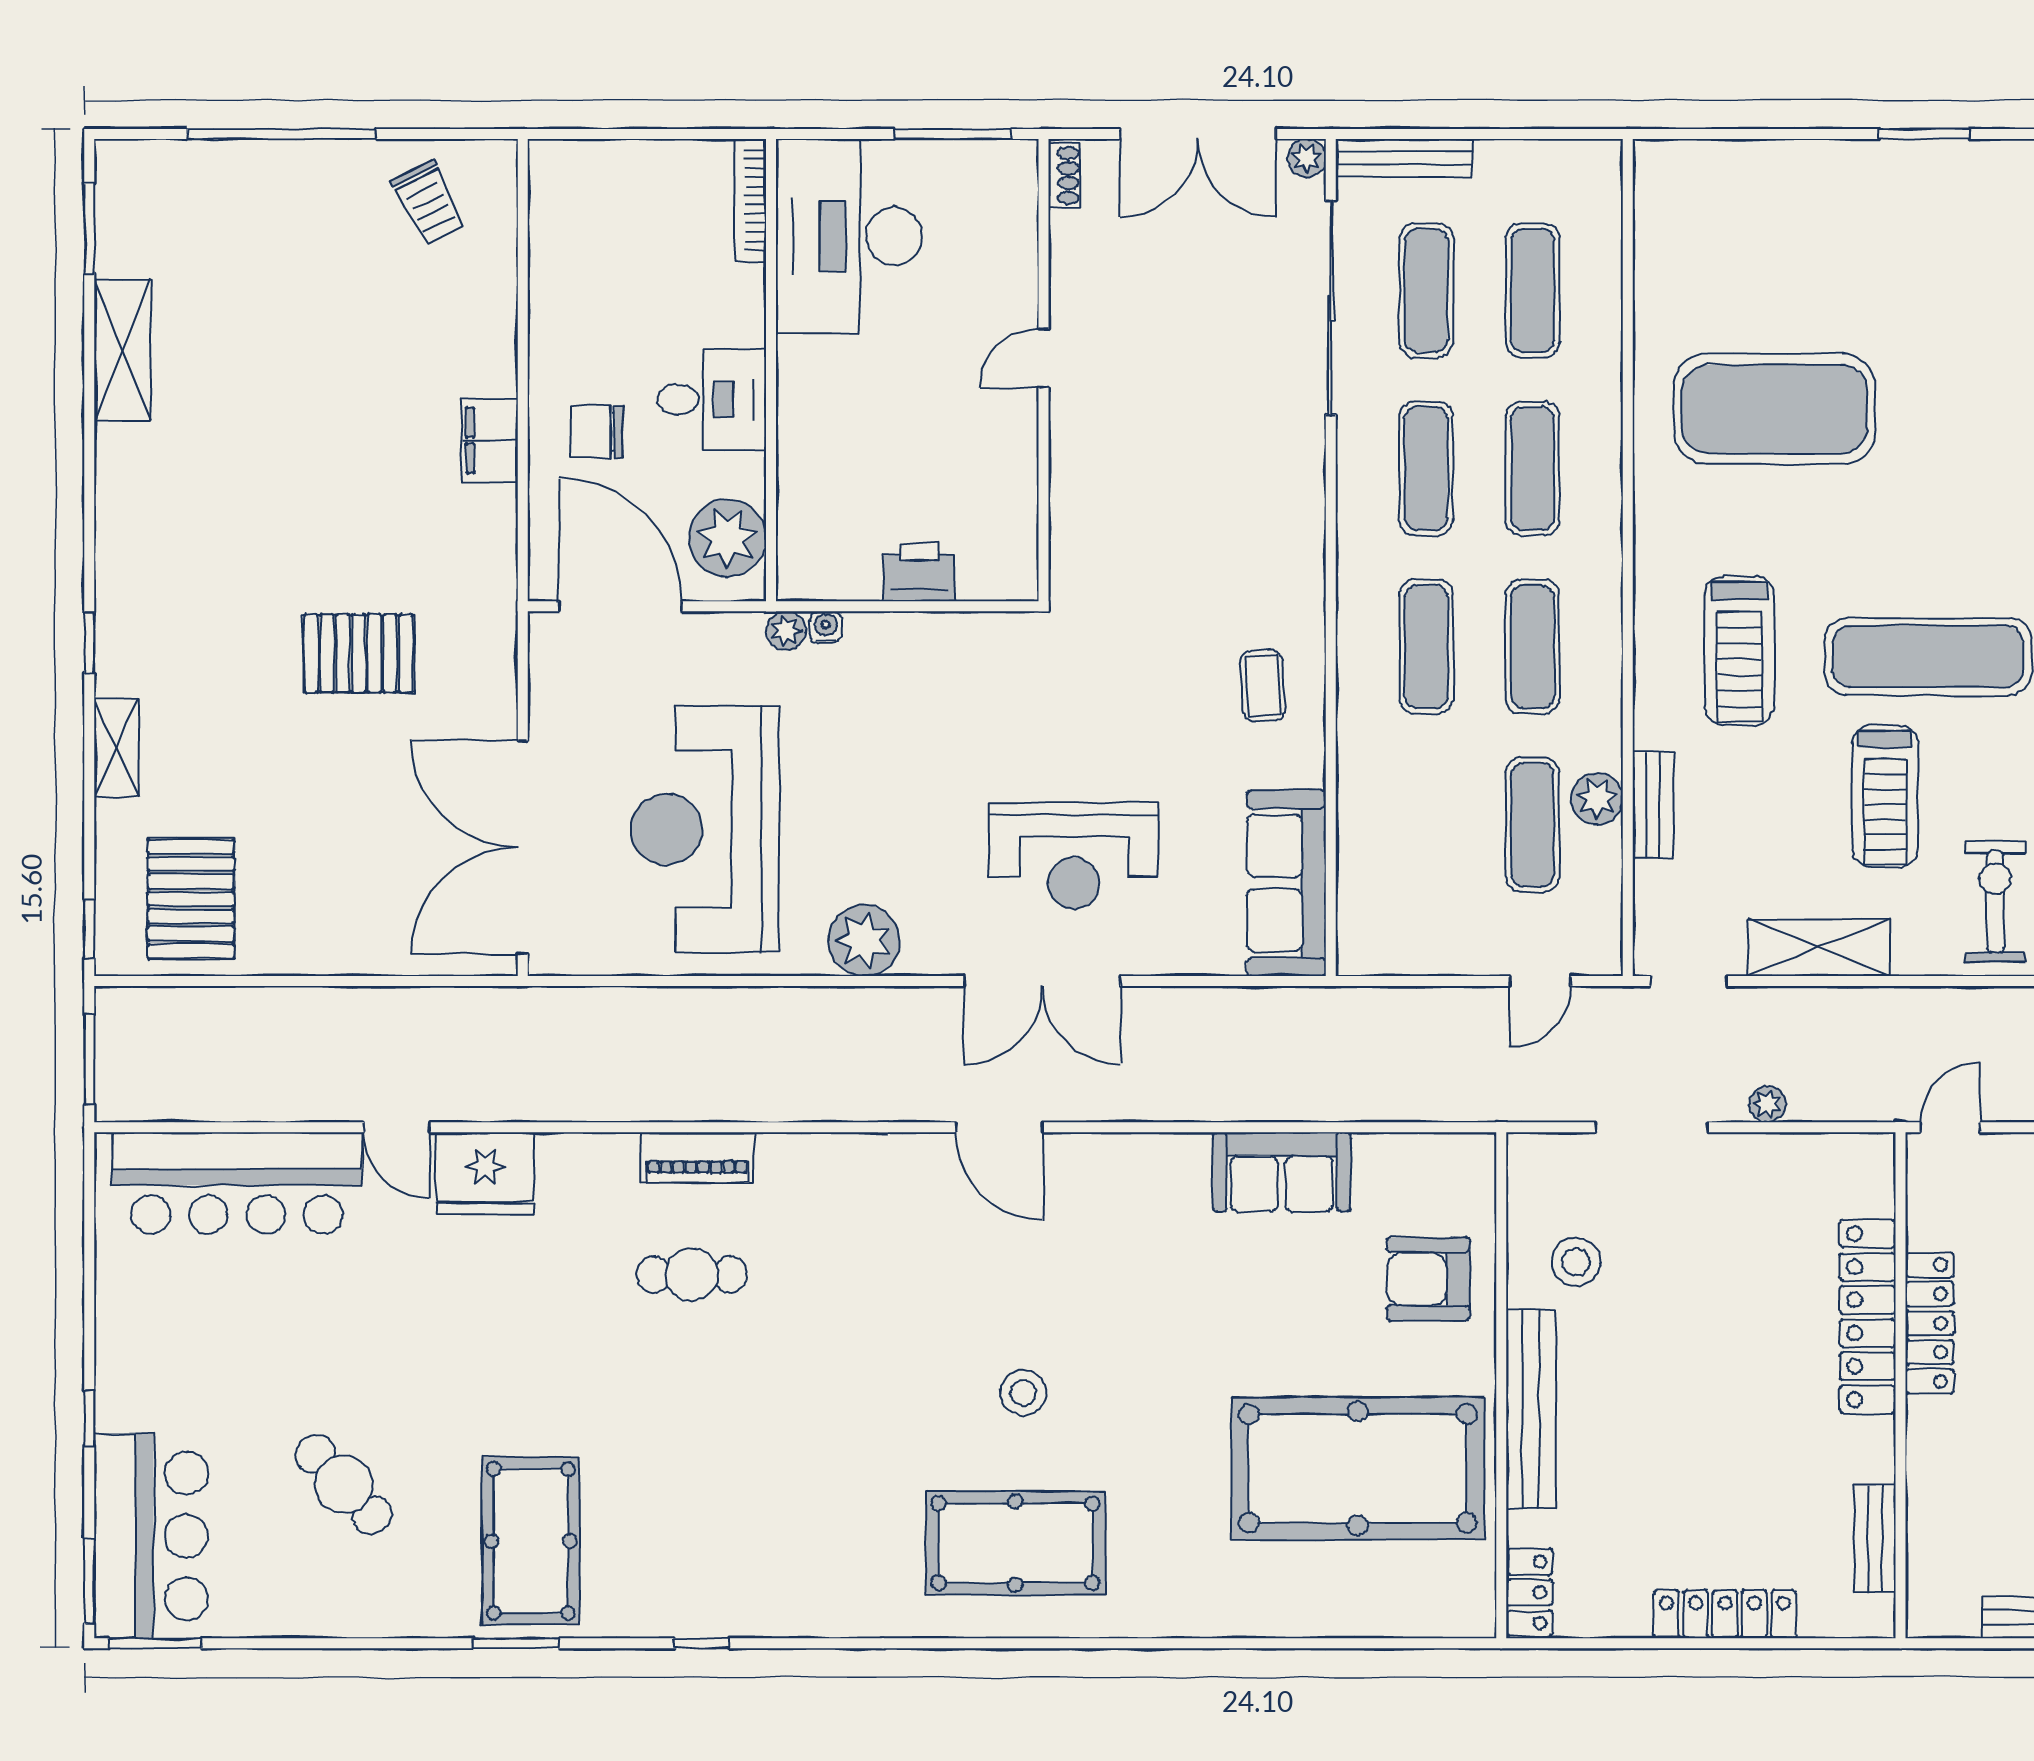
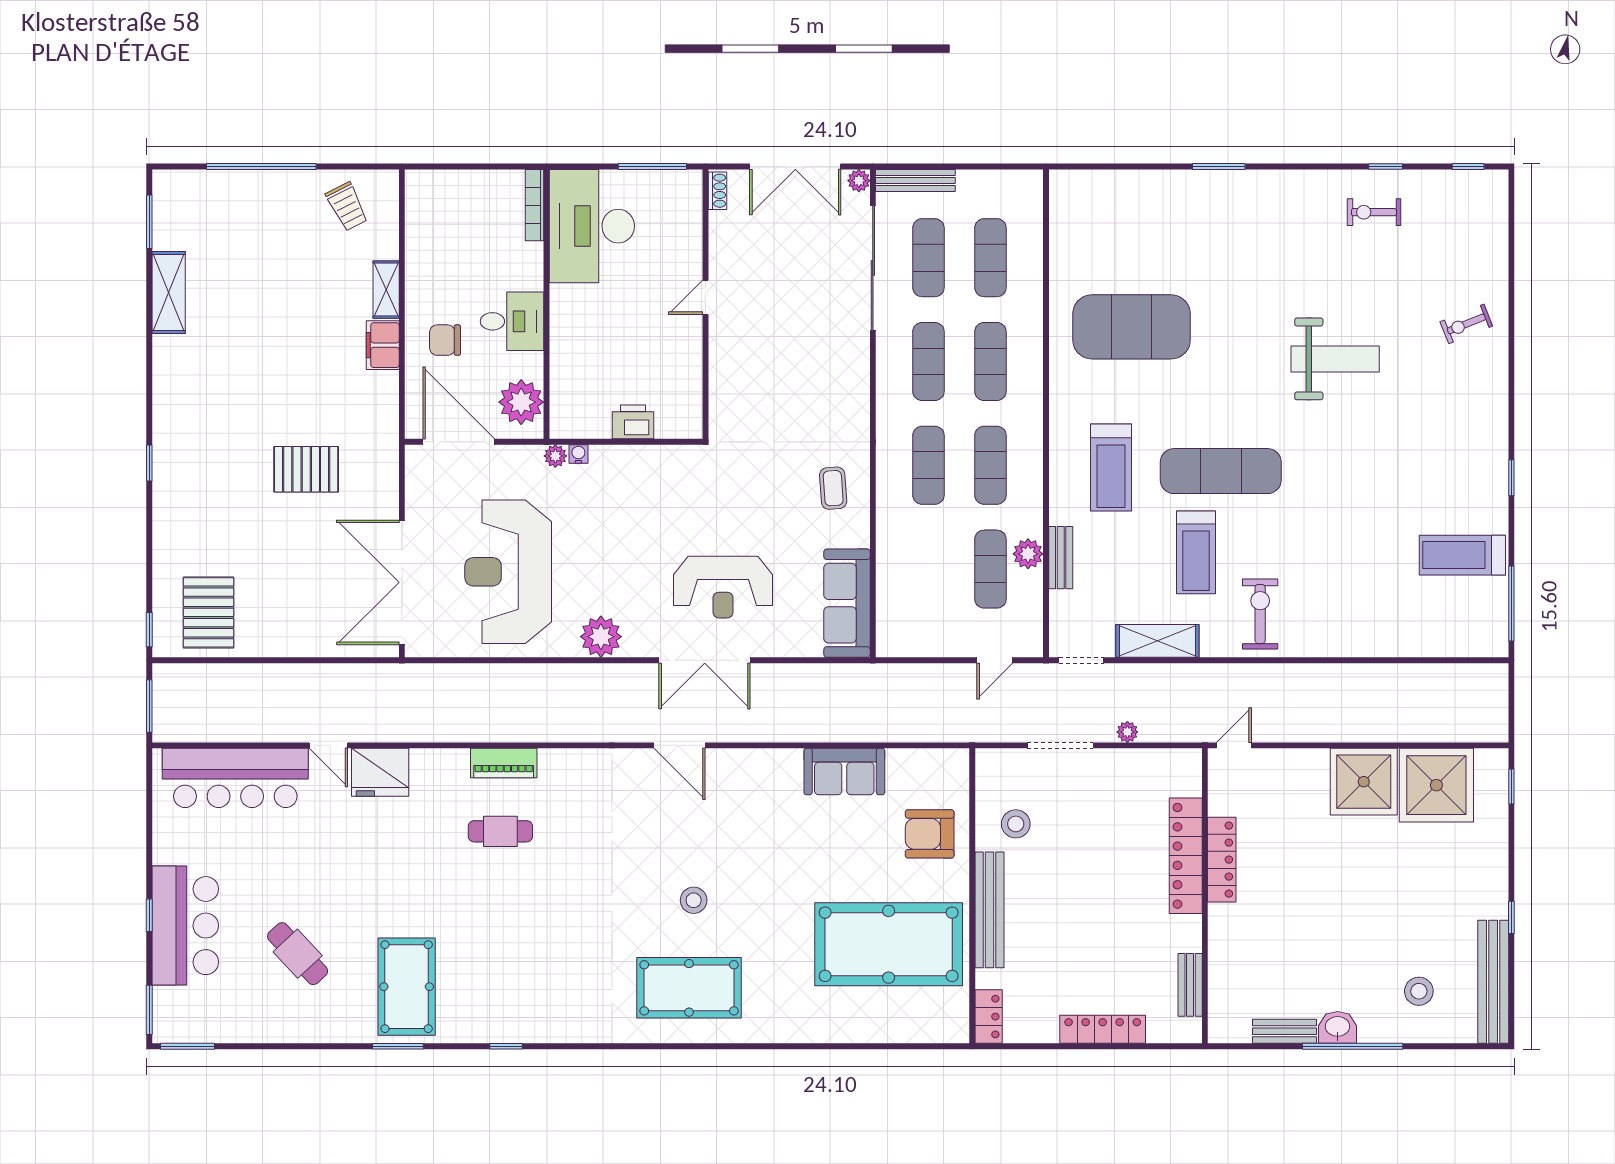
shelving: (116, 748) -> (386, 290), moved
bar counter: (151, 1536) -> (185, 926), moved

